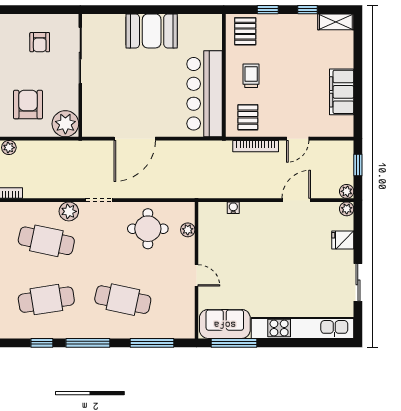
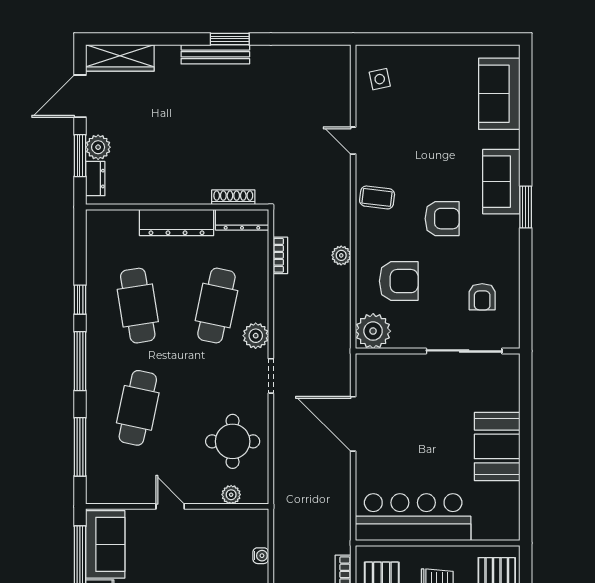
armchair: (40, 42) -> (482, 297), turned -90
door: (196, 275) -> (170, 506), swing flipped

